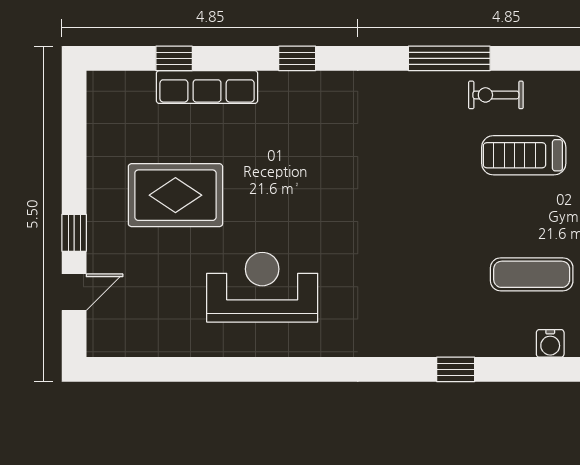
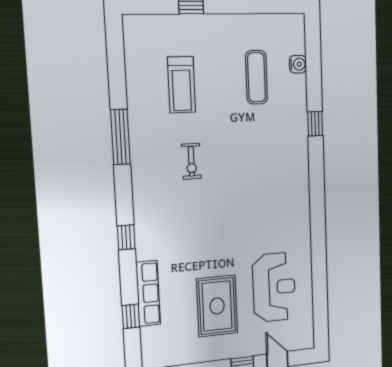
exercise bike: (496, 95) -> (191, 161), moved
reception desk: (262, 287) -> (274, 287), moved, turned 180

